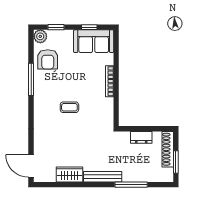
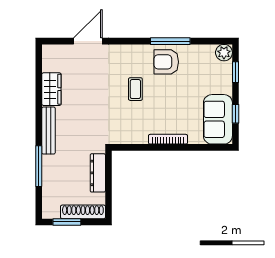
armchair: (48, 59) -> (166, 62), moved
dresser: (141, 137) -> (98, 173), width x1.44
door: (31, 166) -> (88, 41), moved

